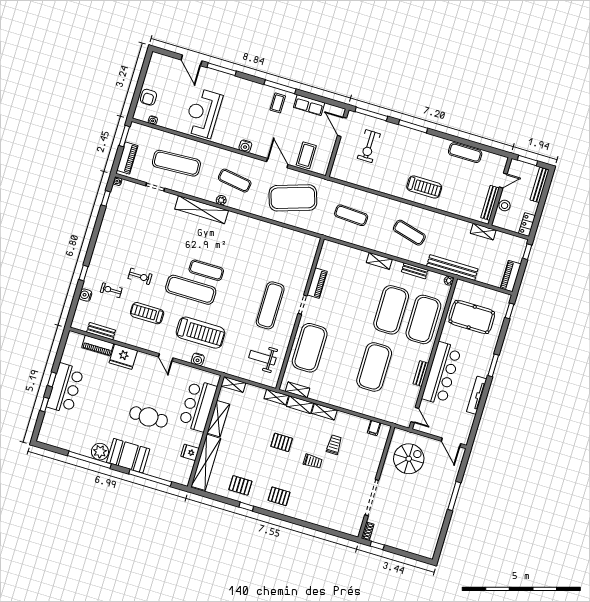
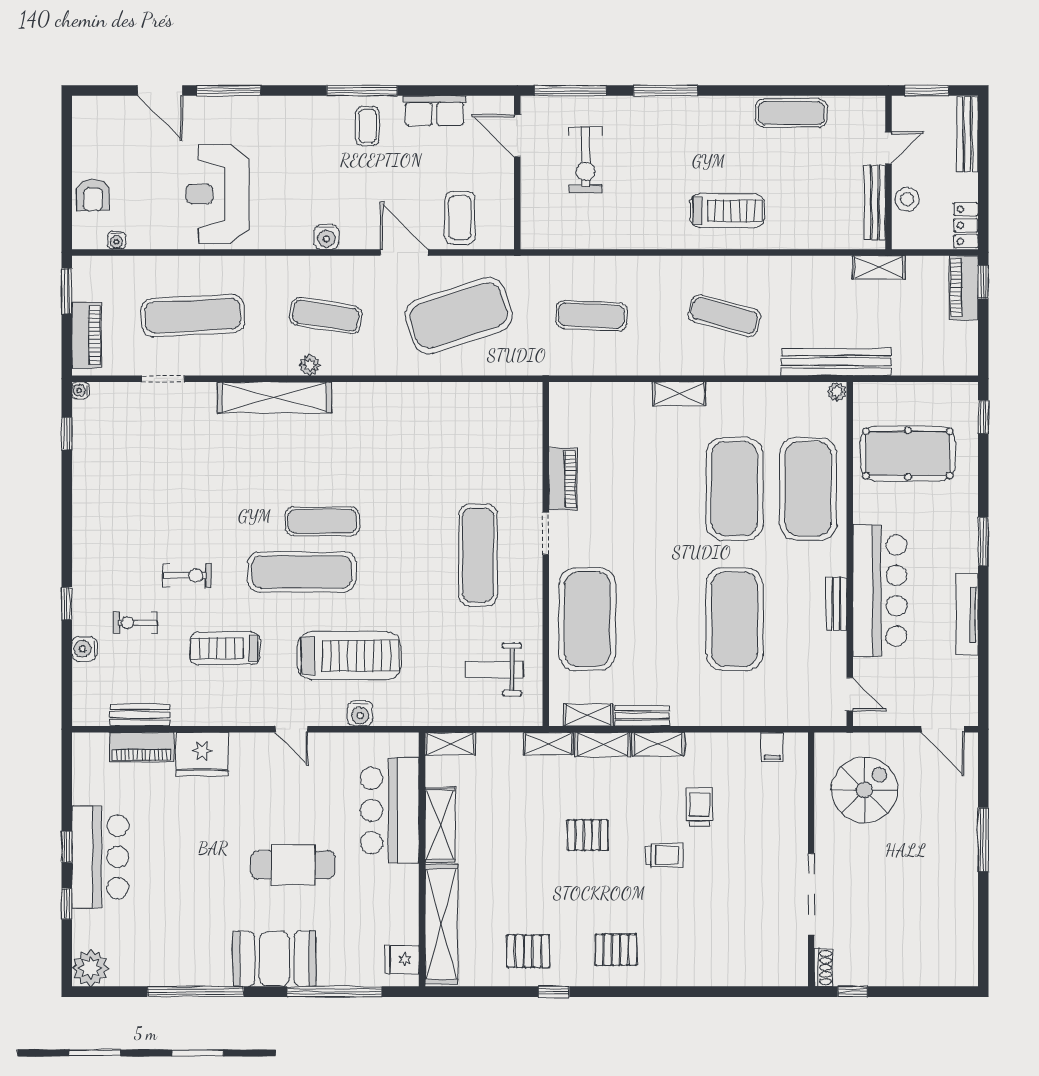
bench: (415, 271) -> (642, 716), moved
piano: (511, 276) -> (964, 288), moved
plant: (100, 452) -> (90, 968), moved
fridge: (190, 452) -> (402, 959), moved

